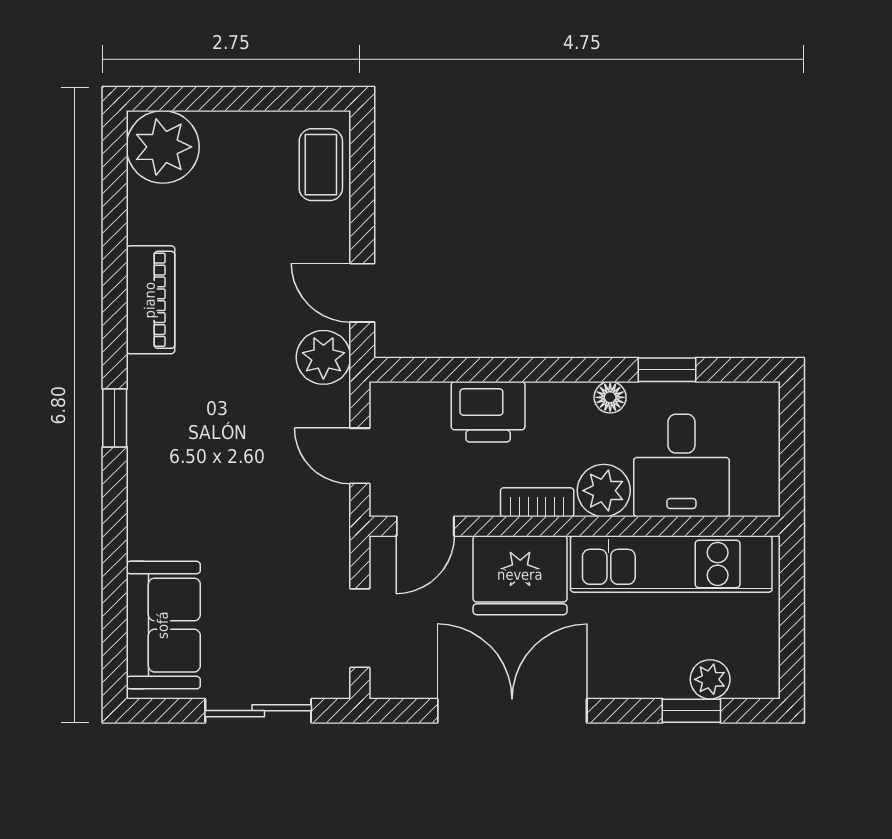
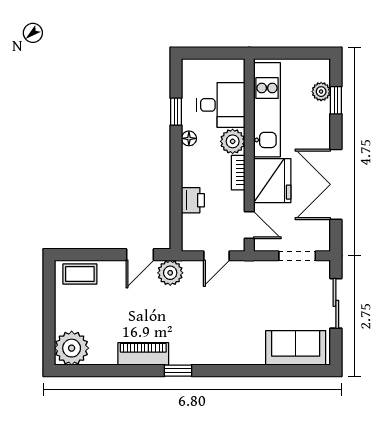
printer: (488, 412) -> (193, 200), width x0.73, depth x0.81
window: (115, 418) -> (178, 371), moved

